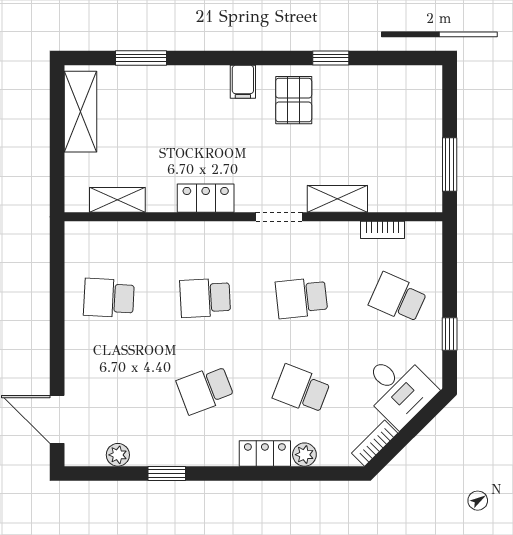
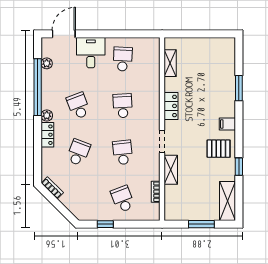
window: (141, 58) -> (239, 88), moved
shelving: (81, 112) -> (228, 201), moved, turned 90
window: (450, 164) -> (201, 224), moved
school desk: (398, 298) -> (123, 199), turned -45
desk: (398, 389) -> (91, 53), moved, turned 135
plant: (304, 455) -> (47, 115), moved
window: (167, 474) -> (38, 87), width x3.17

